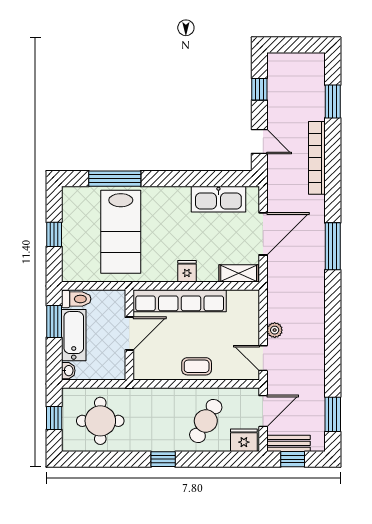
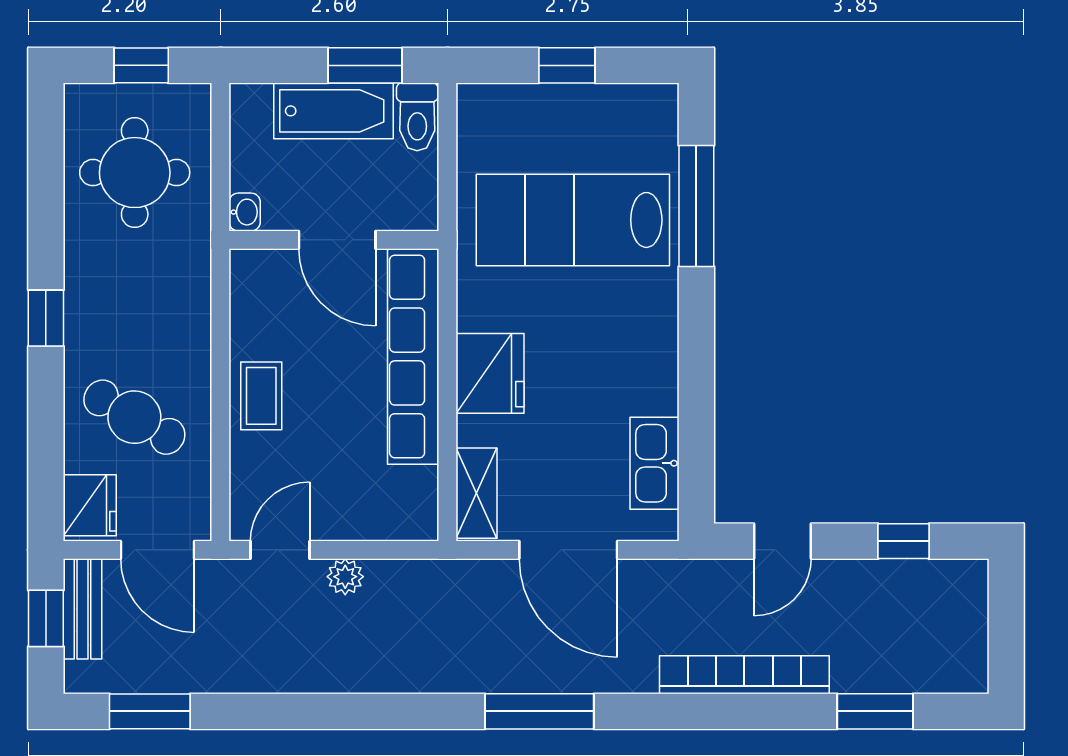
kitchen sink: (218, 199) -> (654, 463), width x0.73, depth x0.81
fridge: (187, 271) -> (490, 373), width x1.88, depth x1.34
washbasin: (68, 371) -> (245, 212), moved, turned -90

